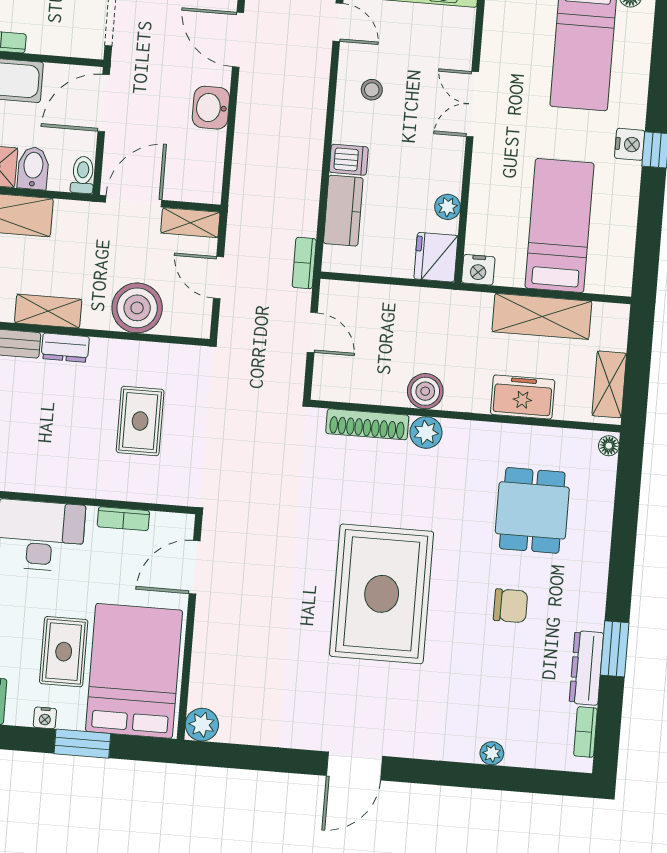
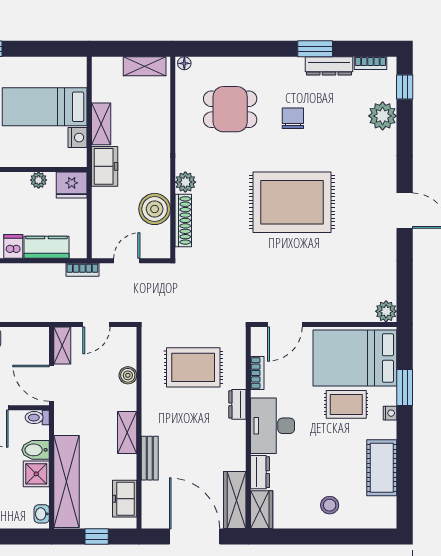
nightstand: (478, 270) -> (78, 138), moved
boiler: (137, 308) -> (128, 375), width x0.54, depth x0.54
shelving: (542, 316) -> (101, 124), width x0.67, depth x0.75
dresser: (65, 348) -> (237, 404), moved, turned 180
boiler: (425, 391) -> (155, 209), moved, width x1.37, depth x1.37
freezer: (523, 397) -> (105, 166), moved, turned 180
rug: (140, 421) -> (193, 367), width x1.36, depth x1.43
door: (195, 567) -> (285, 324), hinge flipped
plant: (492, 753) -> (383, 116), width x1.88, depth x1.88
window: (545, 782) -> (405, 87), added

